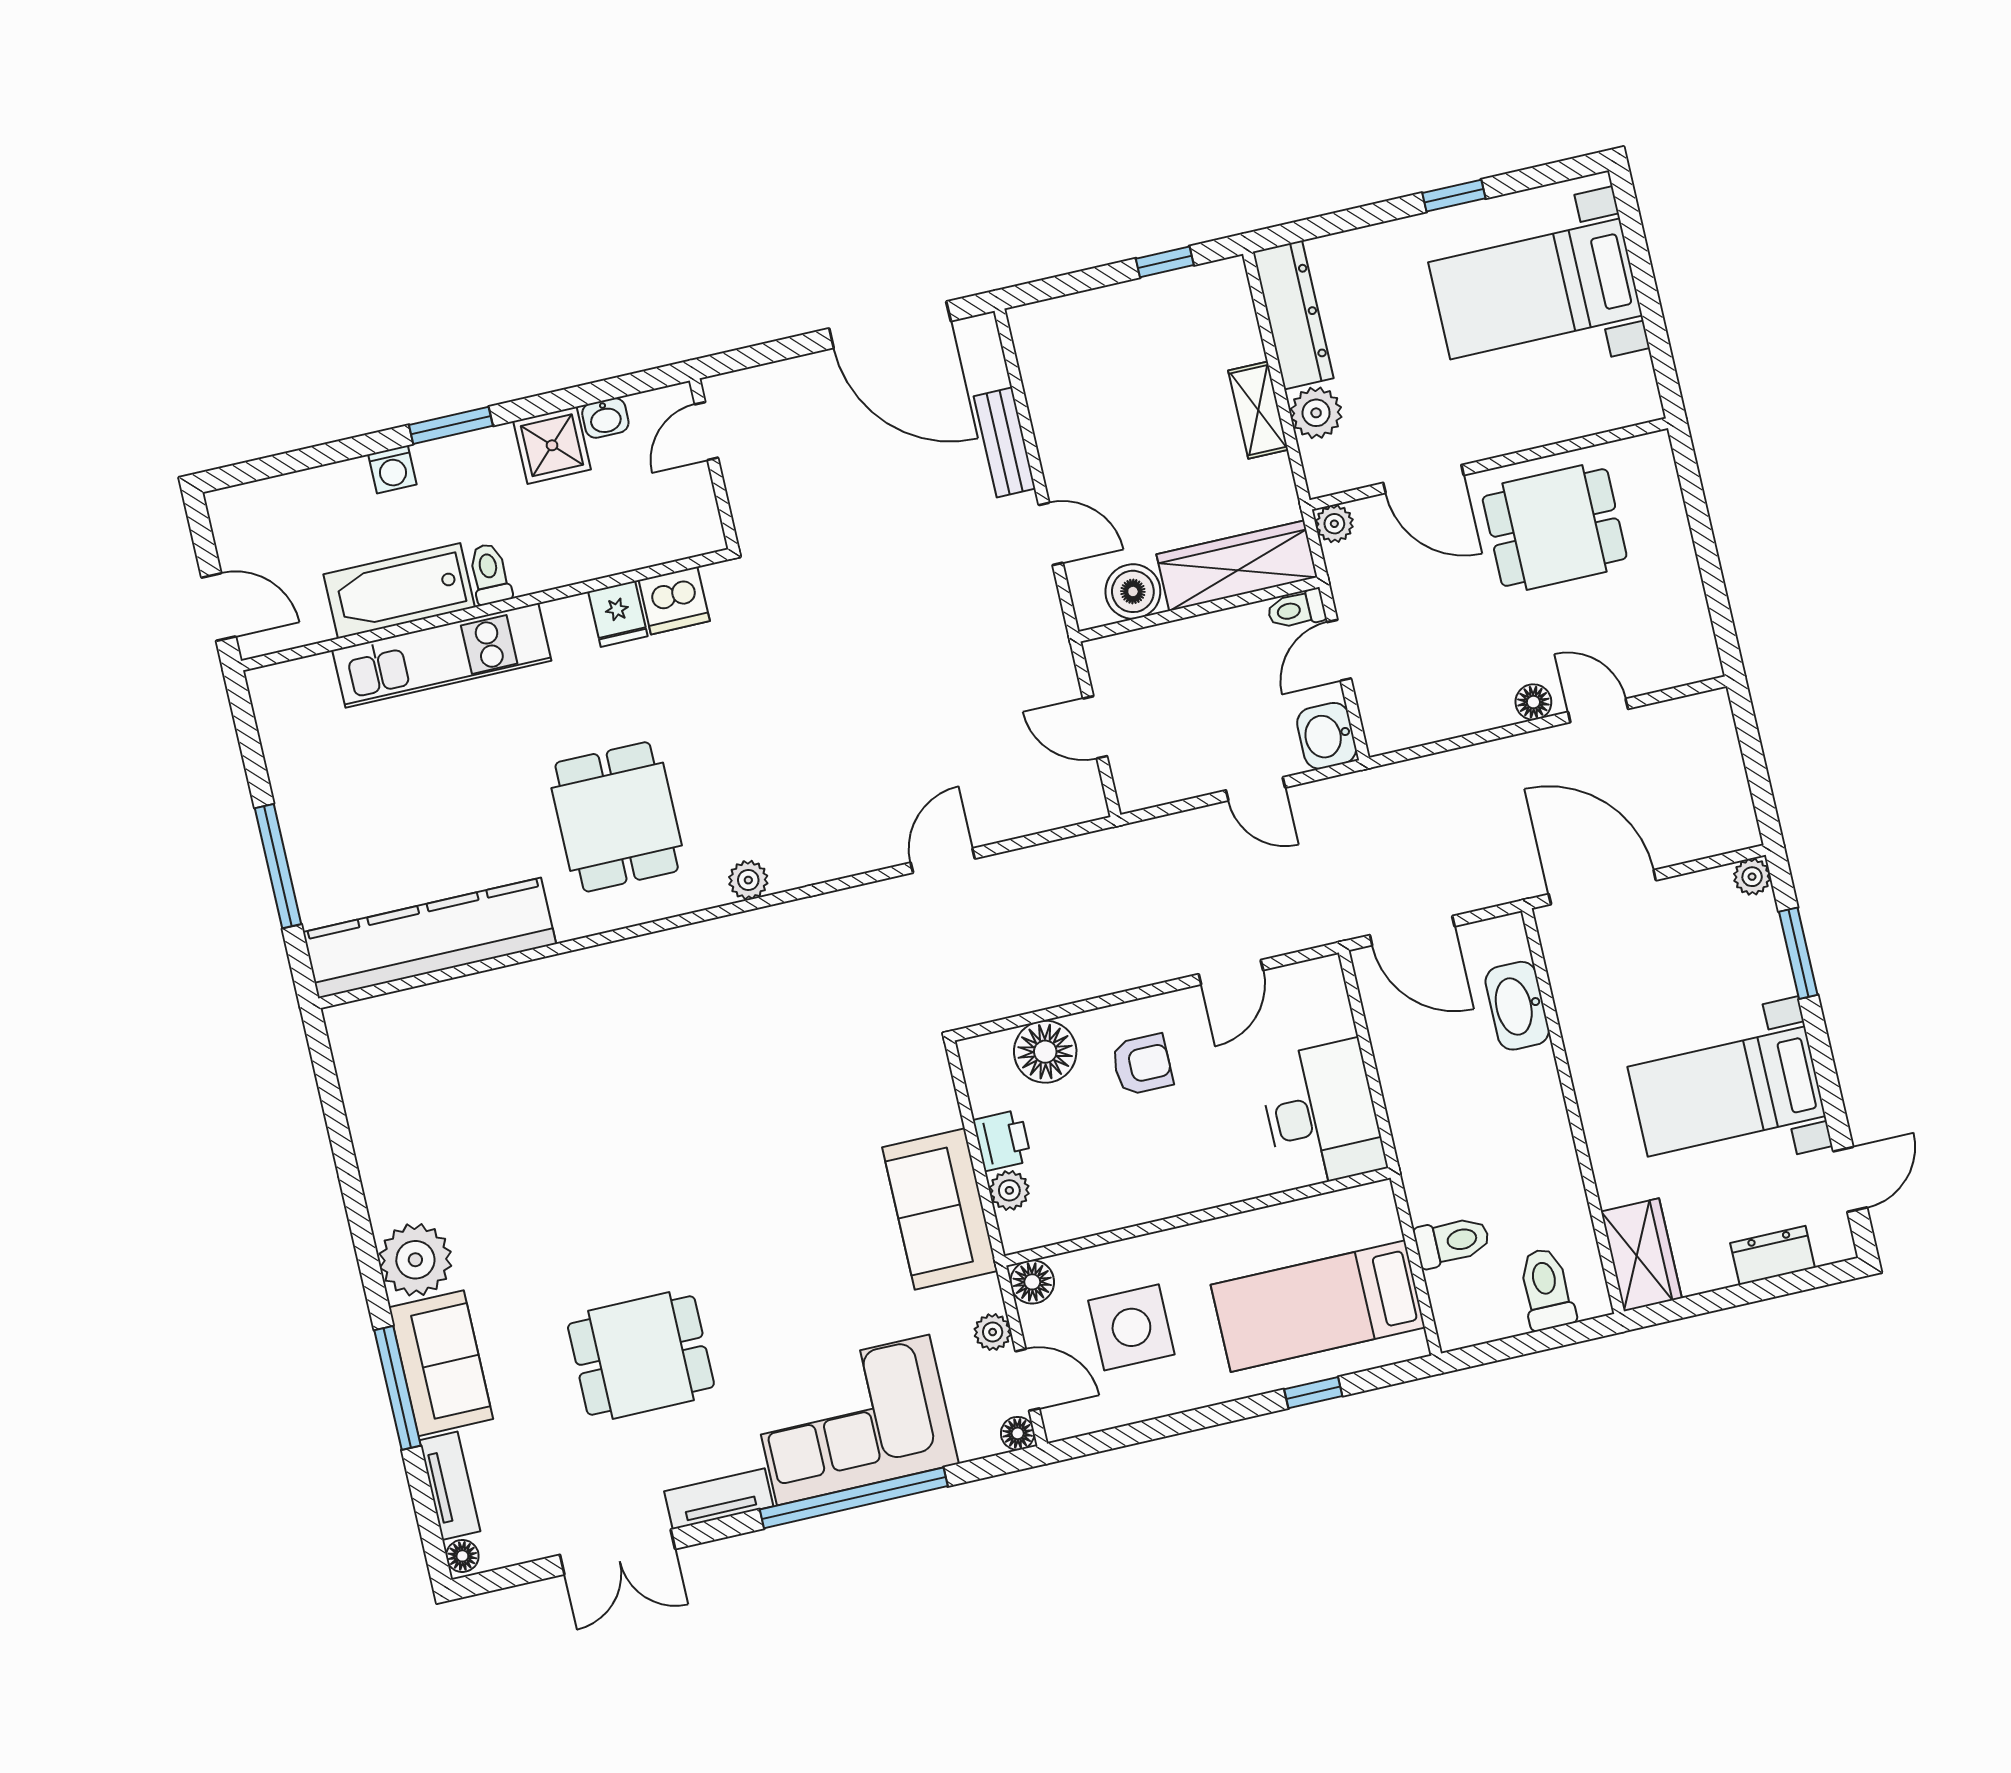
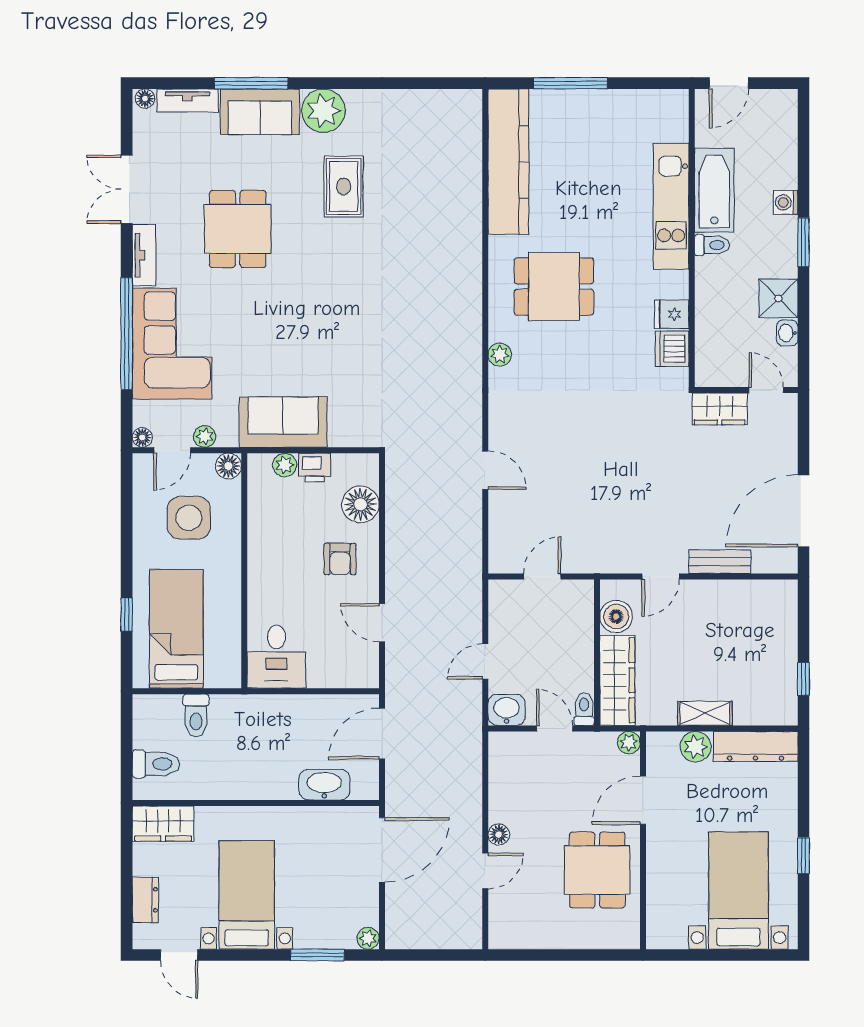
wardrobe: (755, 500) -> (720, 409), added
desk: (1322, 1114) -> (276, 657), width x0.73
rug: (532, 1198) -> (344, 187), added

